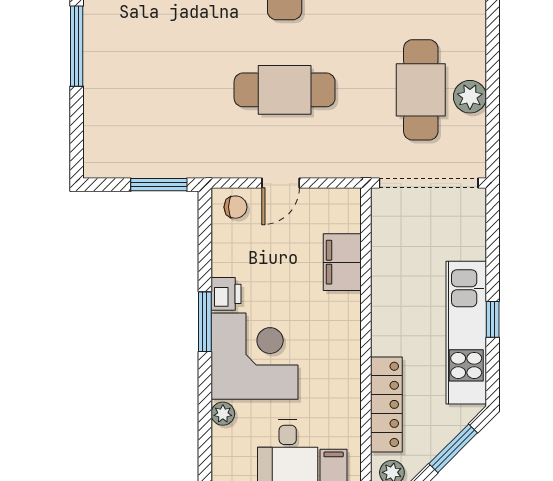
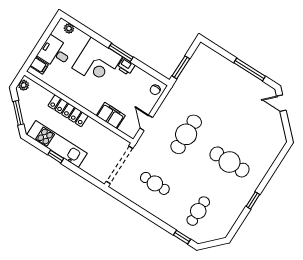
cafe table: (421, 90) -> (155, 183), width x0.73, depth x0.74
plant: (470, 97) -> (141, 200), removed
door: (281, 183) -> (146, 123), moved
locker: (386, 404) -> (68, 111), moved
plant: (223, 414) -> (69, 28), moved

